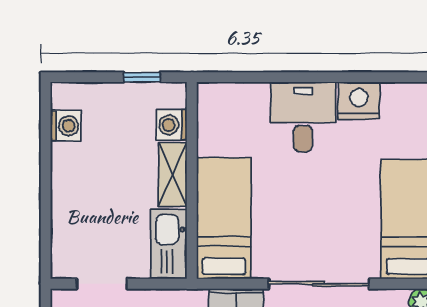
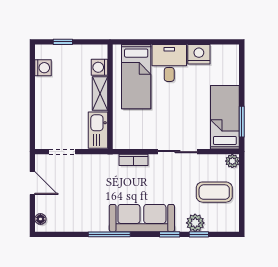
window: (142, 77) -> (63, 42), moved
bed: (224, 218) -> (136, 77), moved, turned 180
sliding door: (319, 284) -> (178, 152), width x0.73

